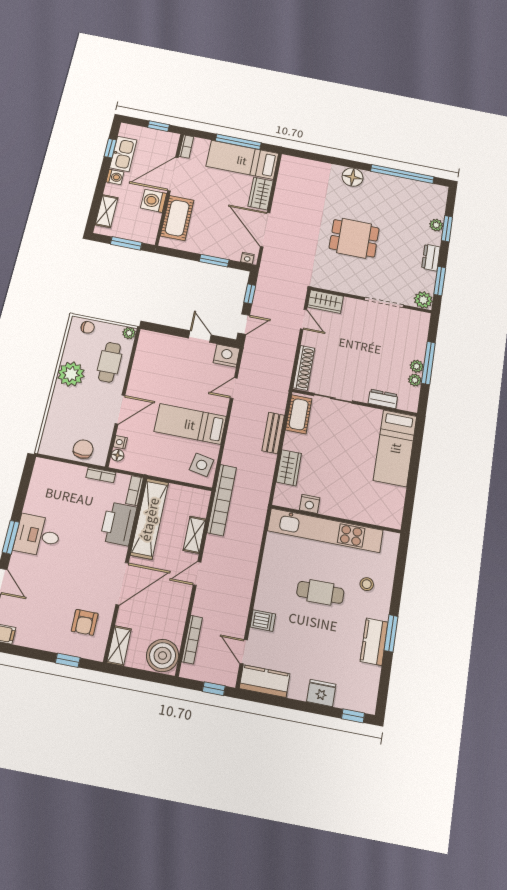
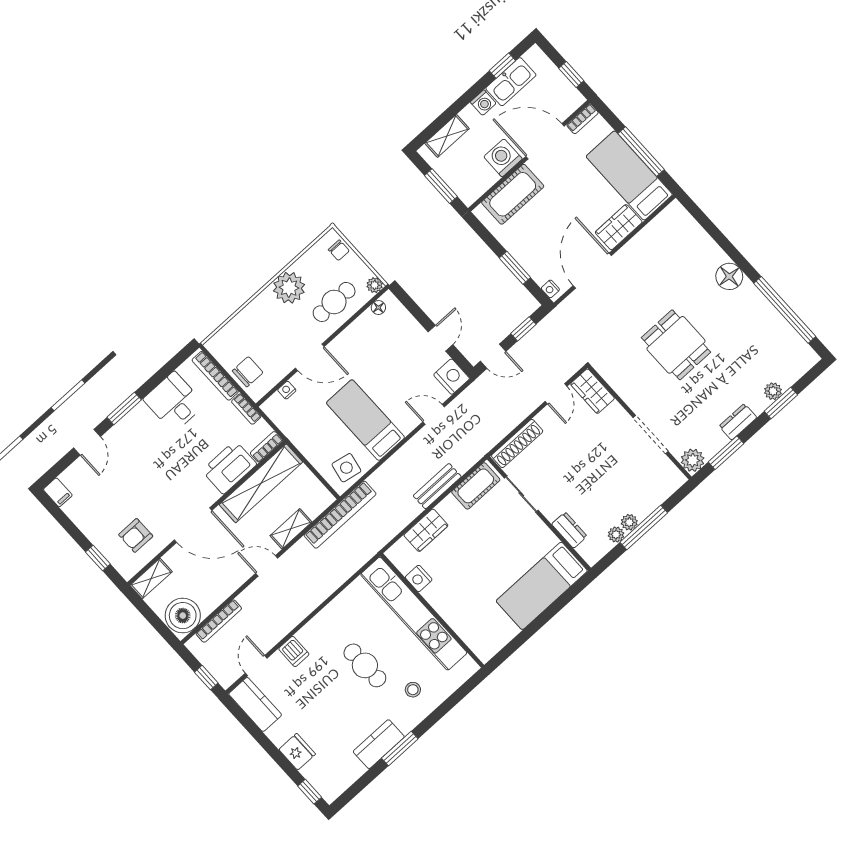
floor lamp: (118, 455) -> (378, 308), moved
bookcase: (62, 468) -> (215, 376), added
desk: (38, 535) -> (174, 402), moved

